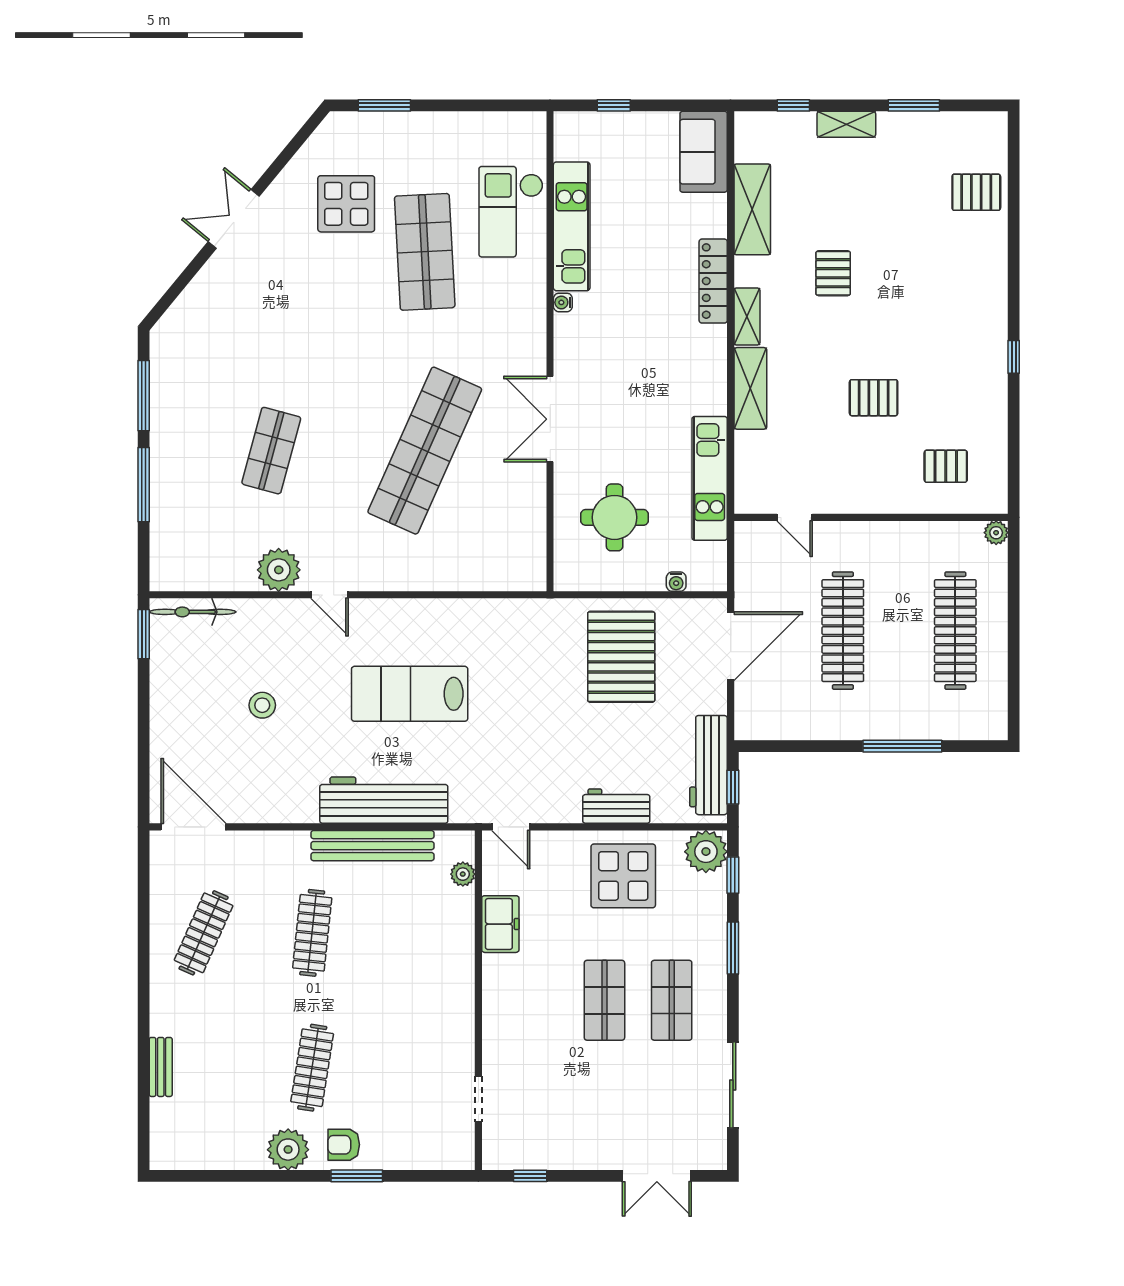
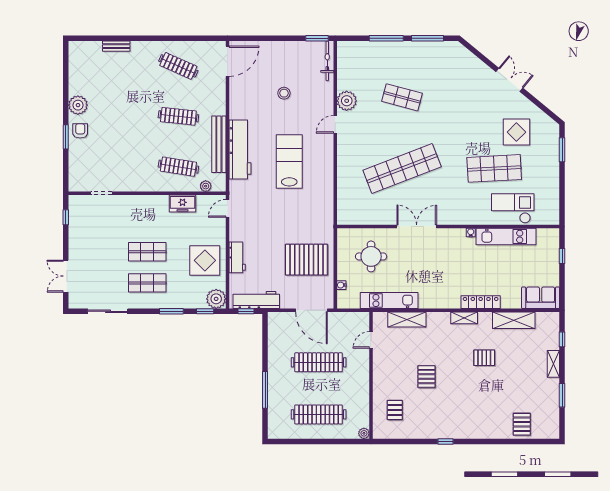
shelving: (750, 388) -> (407, 319), moved
shop shelf: (425, 451) -> (402, 168), turned -45
clothes rail: (312, 1068) -> (178, 167), moved

